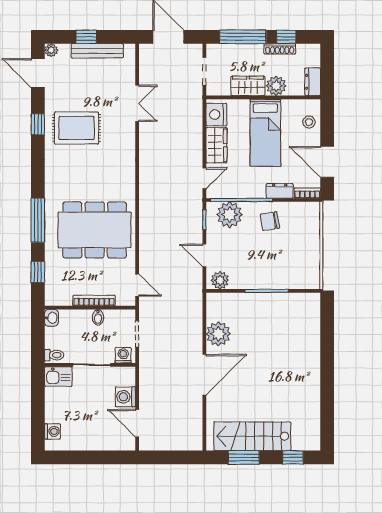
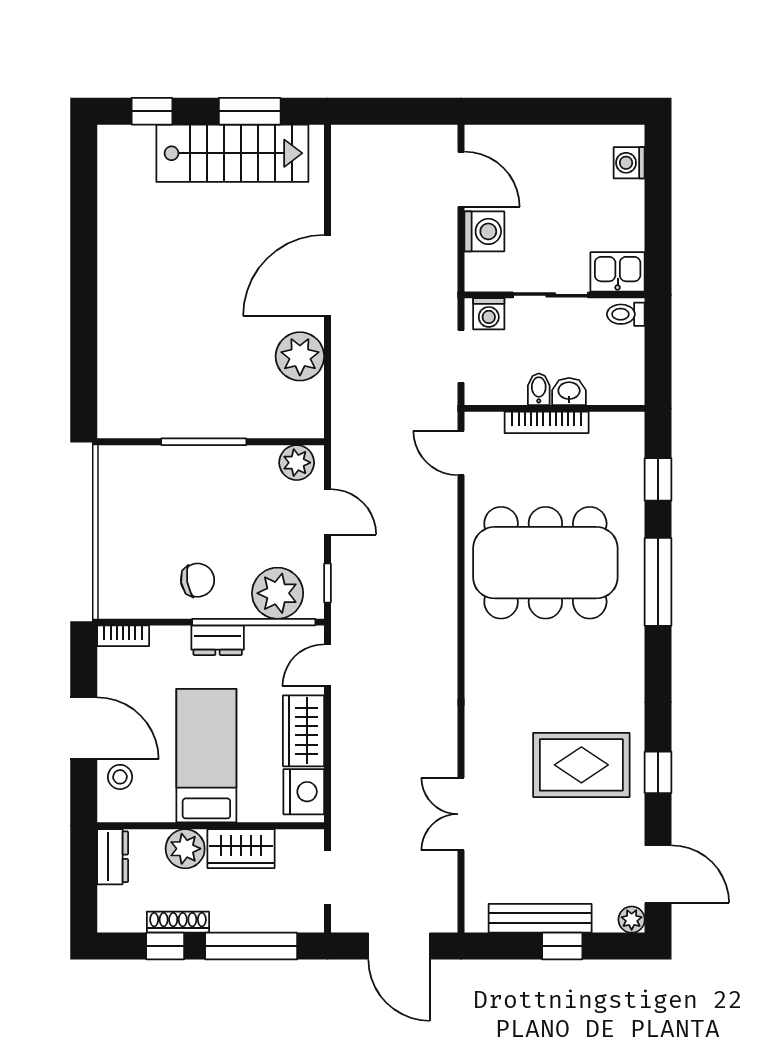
door: (327, 162) -> (84, 728), moved
dresser: (280, 191) -> (218, 640), moved
washbasin: (51, 318) -> (569, 391), moved, turned 90

